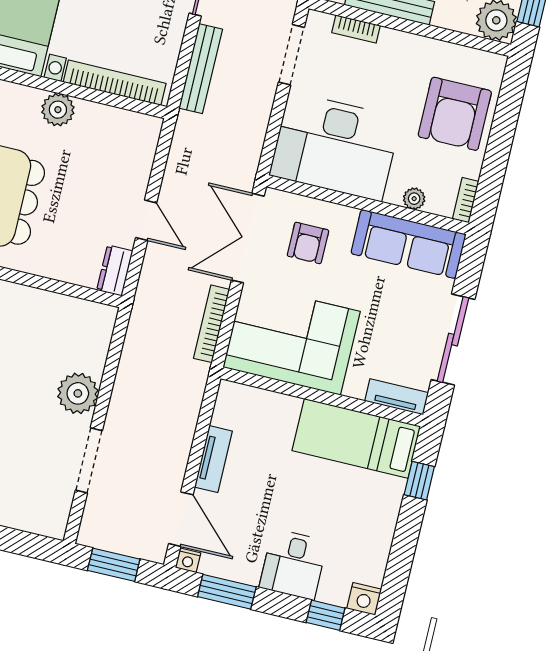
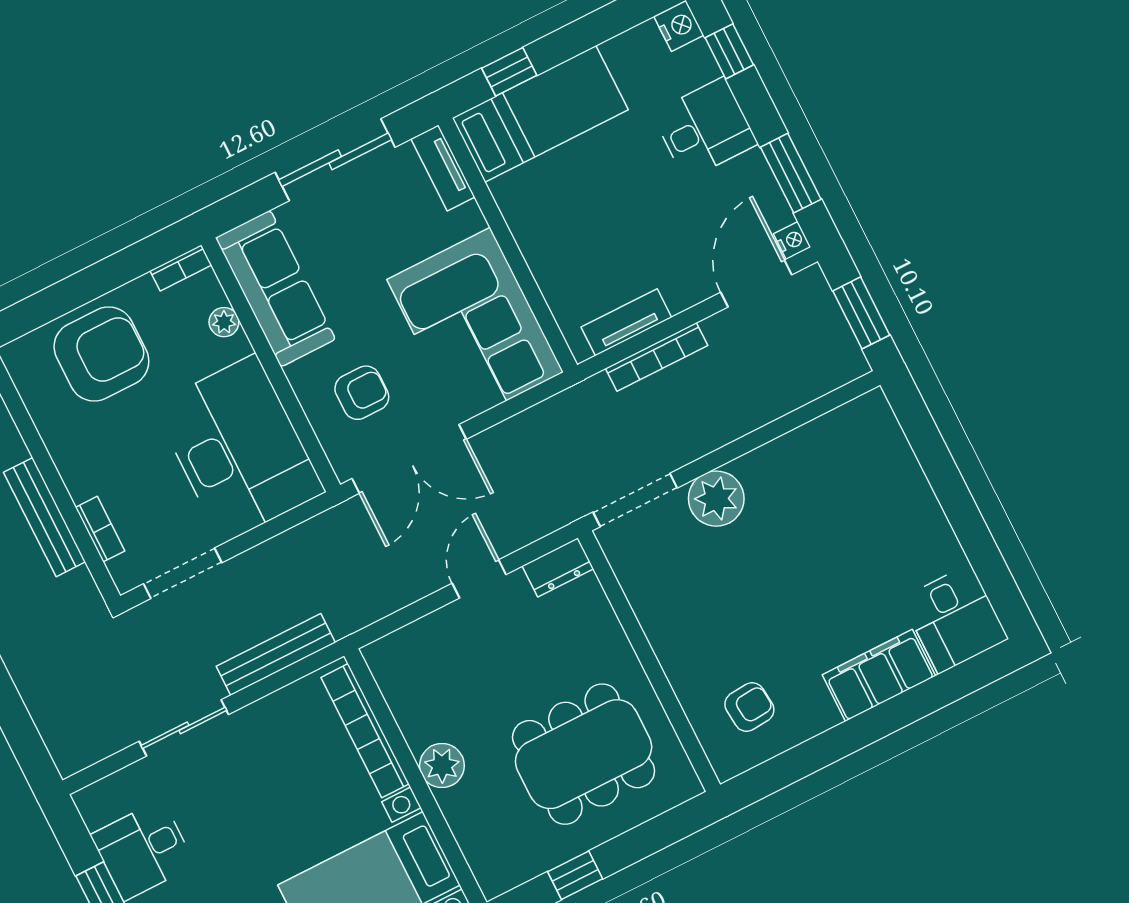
bookcase: (212, 324) -> (657, 357), moved
bed: (356, 438) -> (540, 114), moved, turned -90
tv unit: (213, 459) -> (626, 322), moved
doorway: (89, 460) -> (635, 500), moved

